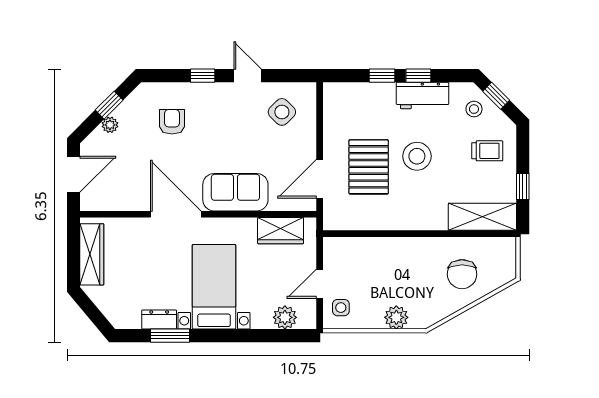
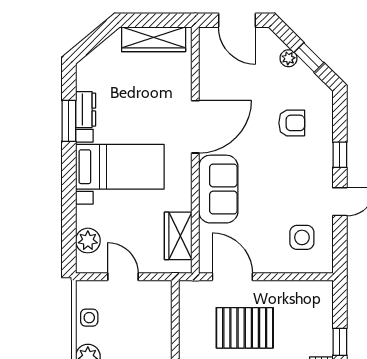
side table: (282, 112) -> (302, 237), turned 45
side table: (341, 308) -> (89, 318), moved

